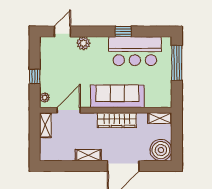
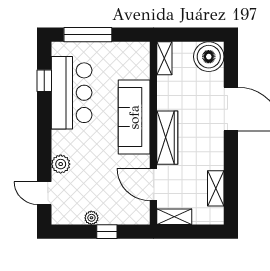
window: (123, 31) -> (44, 81), moved
plant: (45, 97) -> (91, 218), moved
wardrobe: (117, 120) -> (167, 138), moved
shelving: (88, 155) -> (216, 188), moved

